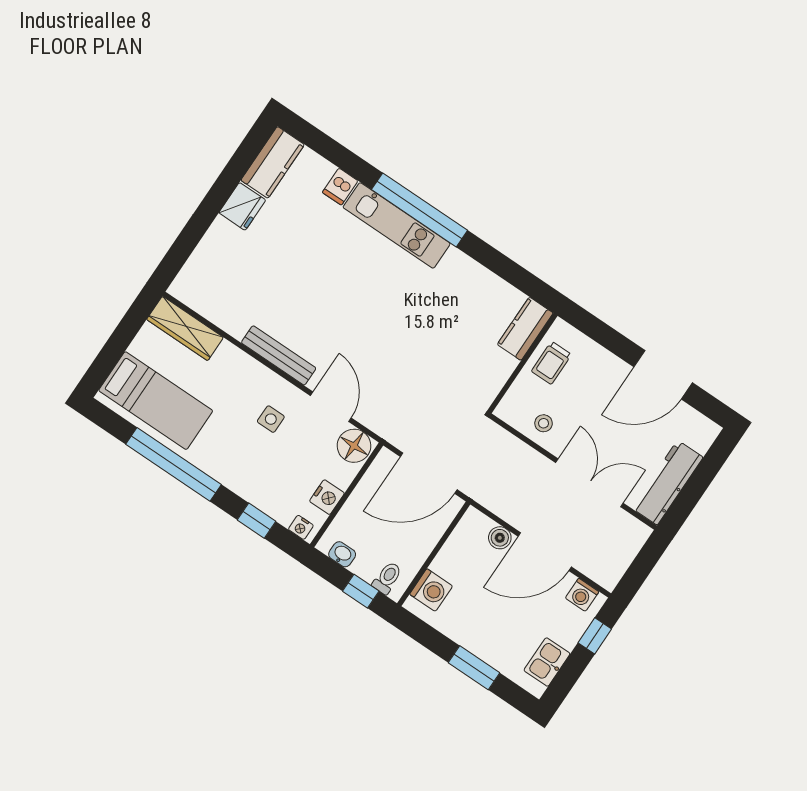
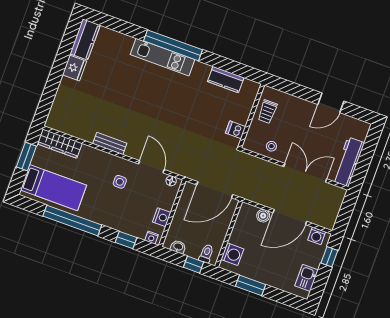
dishwasher: (340, 187) -> (236, 130), moved, turned 90
kitchen counter: (525, 329) -> (226, 79), moved, turned -90
window: (123, 336) -> (26, 156), added
bench: (279, 355) -> (110, 143), width x0.73
door: (663, 375) -> (331, 103), width x0.73
floor lamp: (354, 446) -> (171, 181), width x0.53, depth x0.53
window: (474, 668) -> (250, 285), moved

